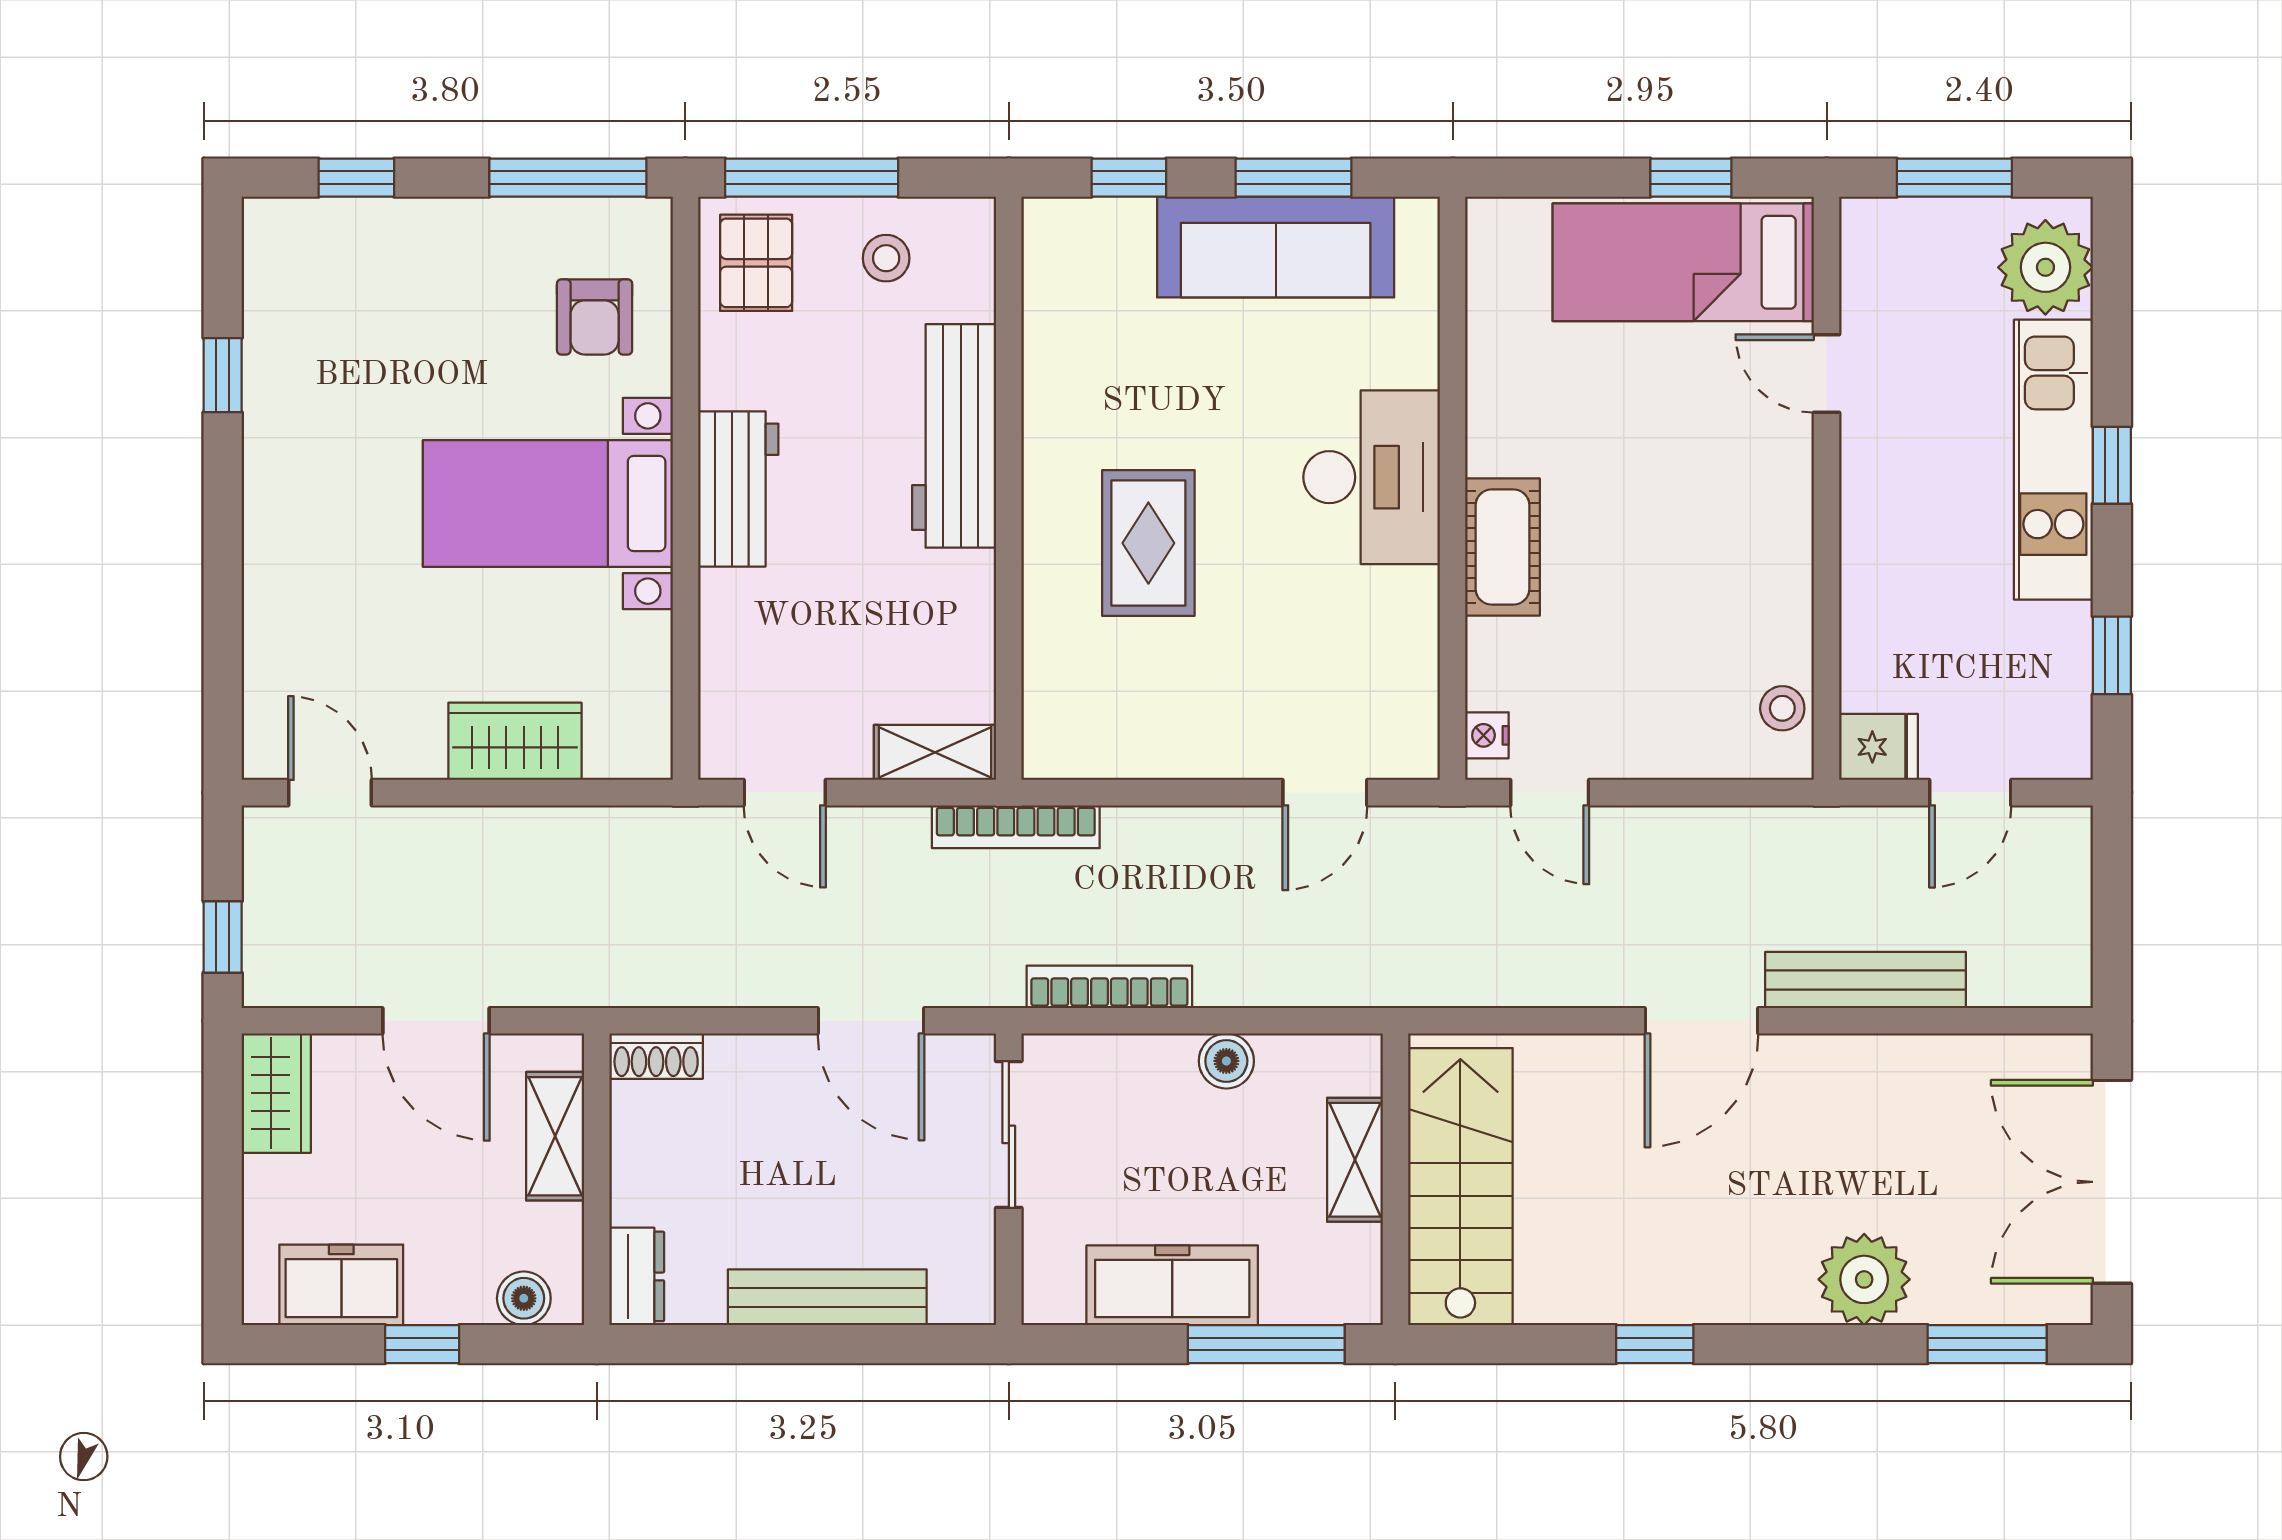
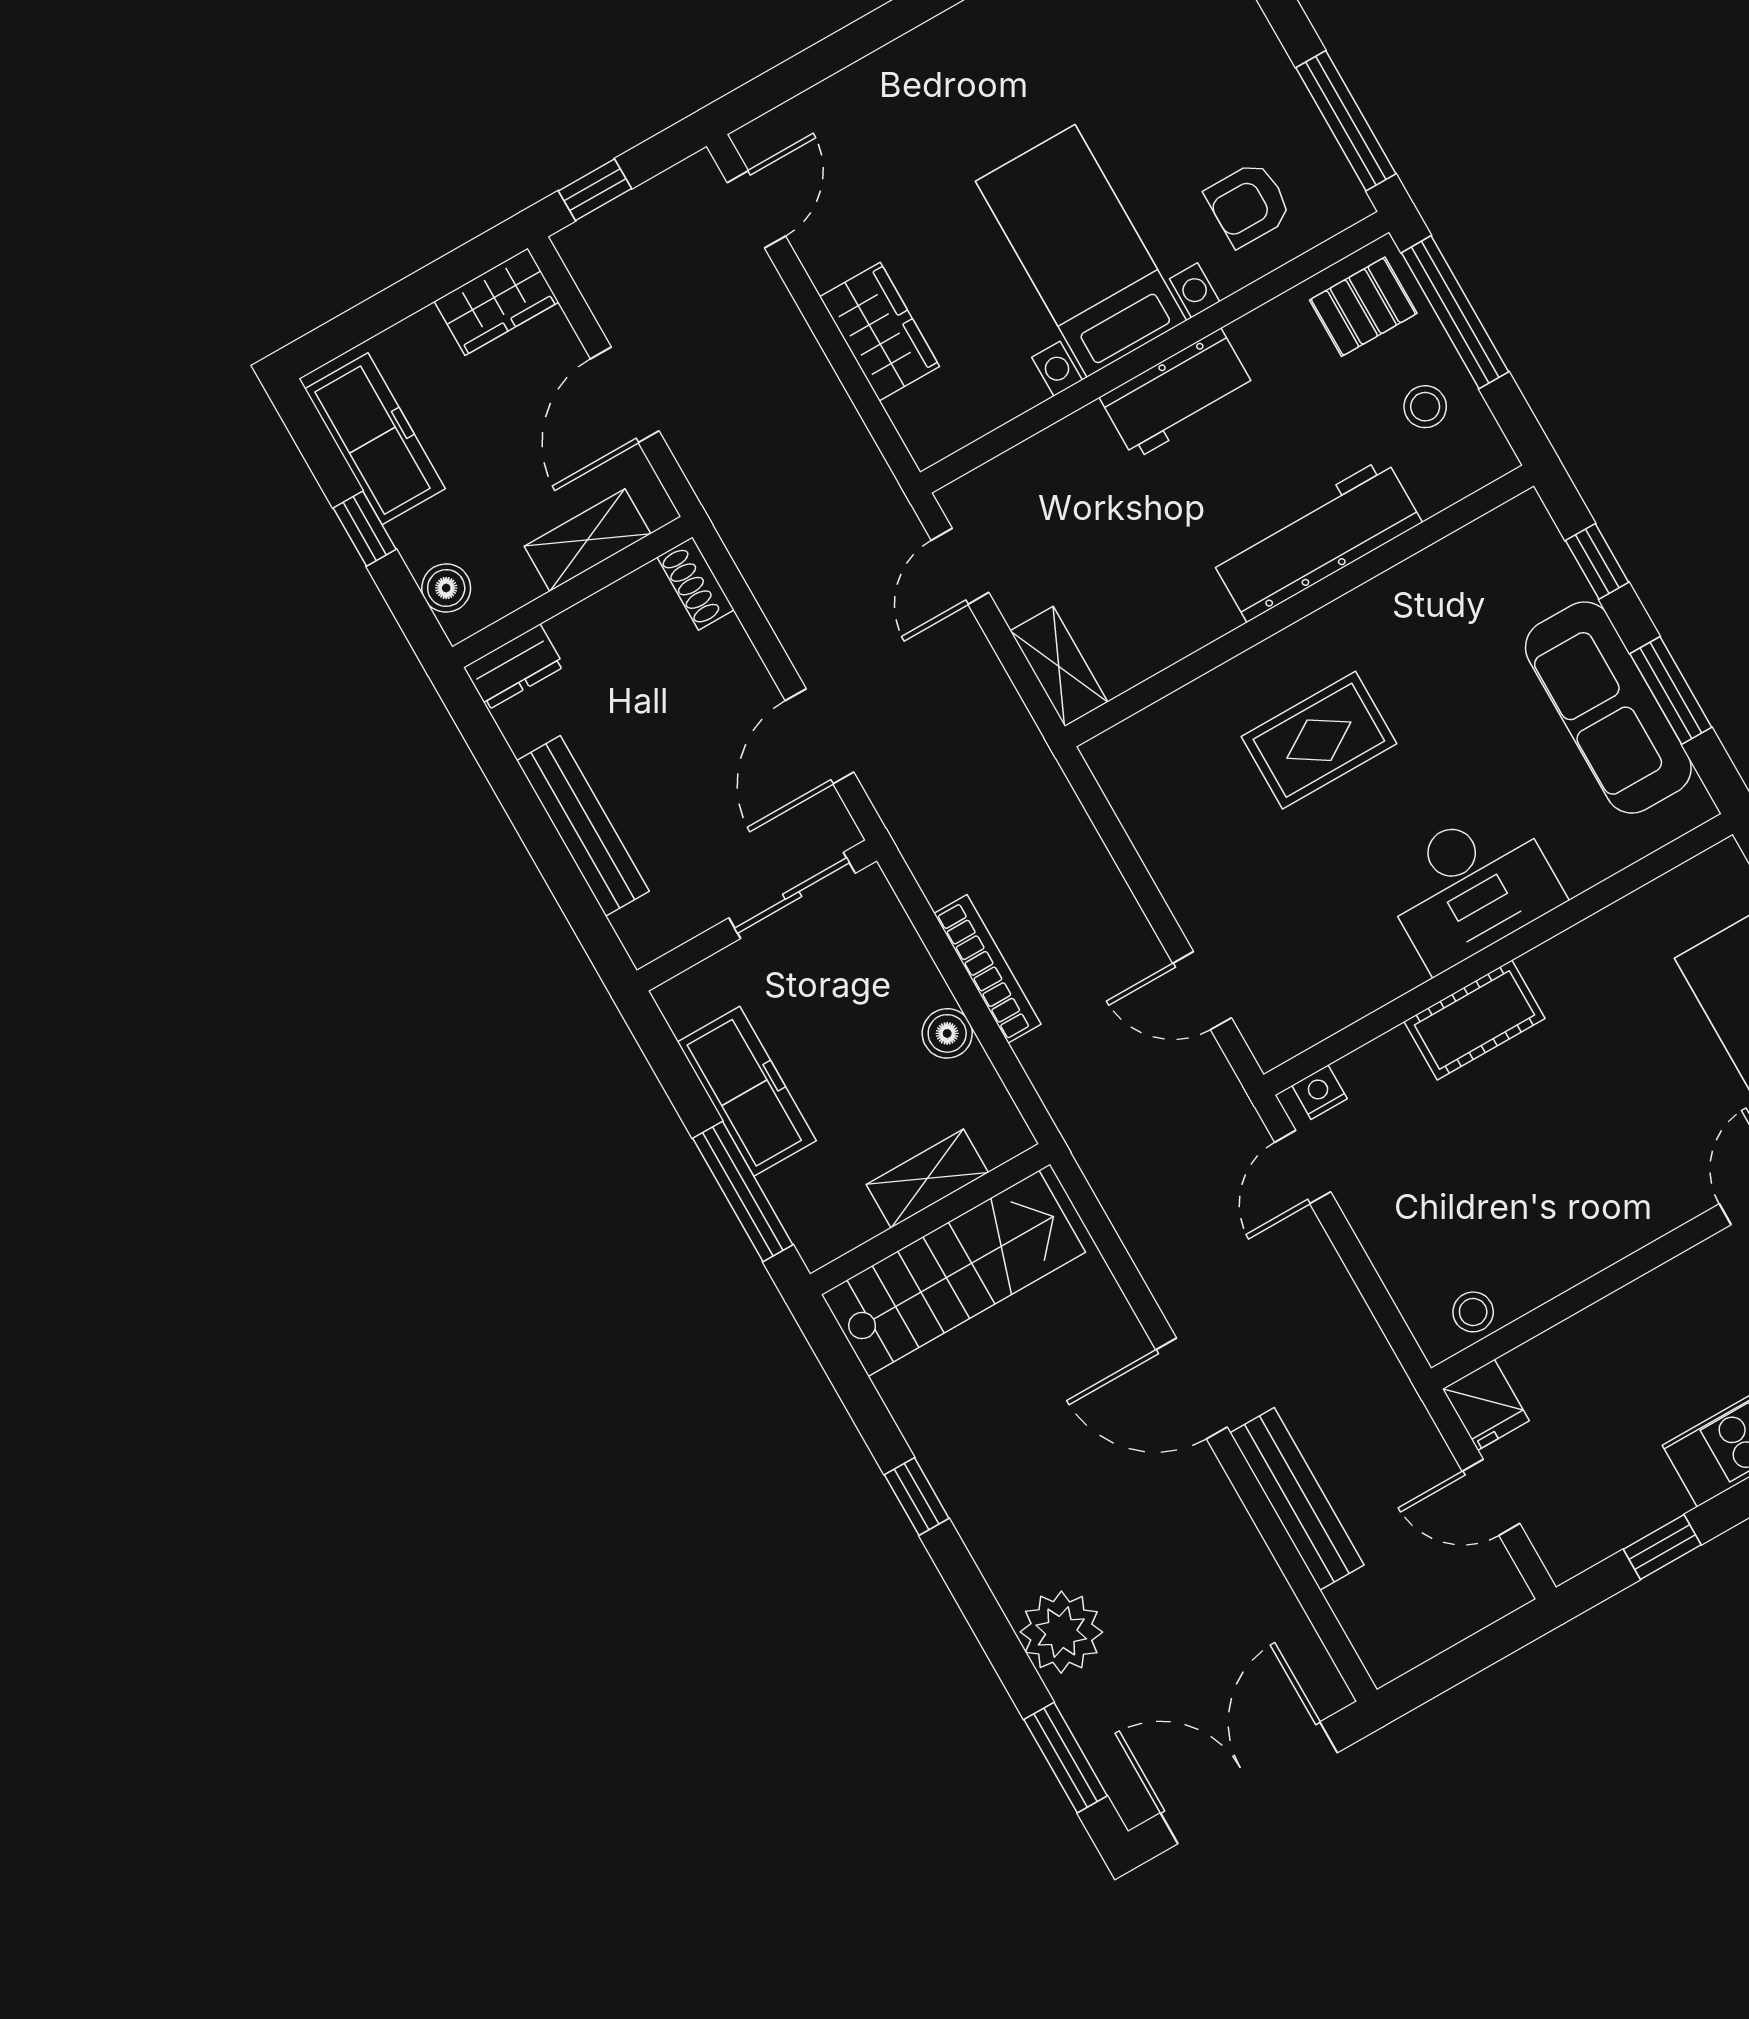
bookcase: (1016, 827) -> (1037, 763), removed
bookcase: (1109, 987) -> (987, 969), moved
freezer: (341, 1285) -> (375, 439), width x1.40

